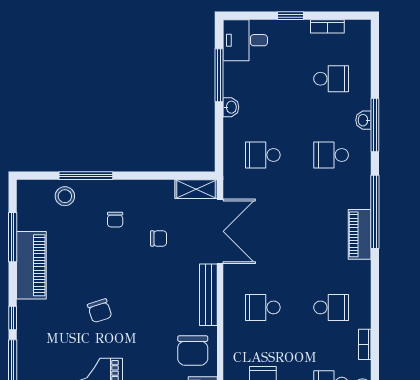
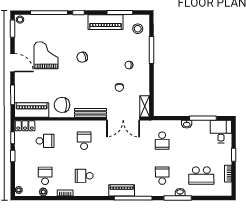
school desk: (331, 79) -> (201, 176), width x1.85
school desk: (263, 155) -> (162, 141), turned 180
stool: (65, 196) -> (138, 29), moved
school desk: (331, 307) -> (84, 176), turned 90

